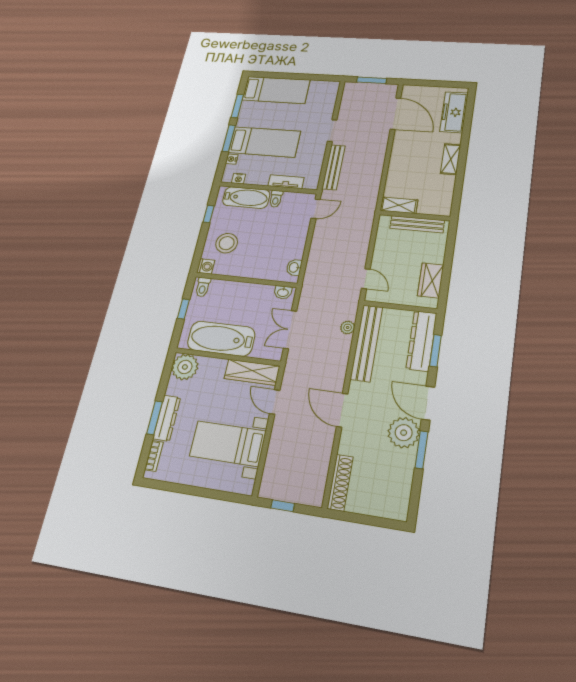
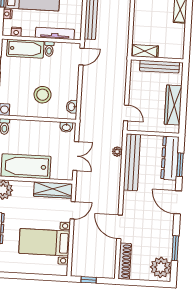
tv unit: (286, 182) -> (55, 33), width x1.41
stool: (227, 243) -> (43, 95), moved
wardrobe: (431, 280) -> (173, 105), width x1.50
double door: (290, 330) -> (76, 156), swing flipped
door: (275, 402) -> (73, 210), swing flipped
door: (342, 410) -> (120, 227), moved
plant: (404, 433) -> (161, 267), moved
window: (422, 450) -> (175, 248), moved

